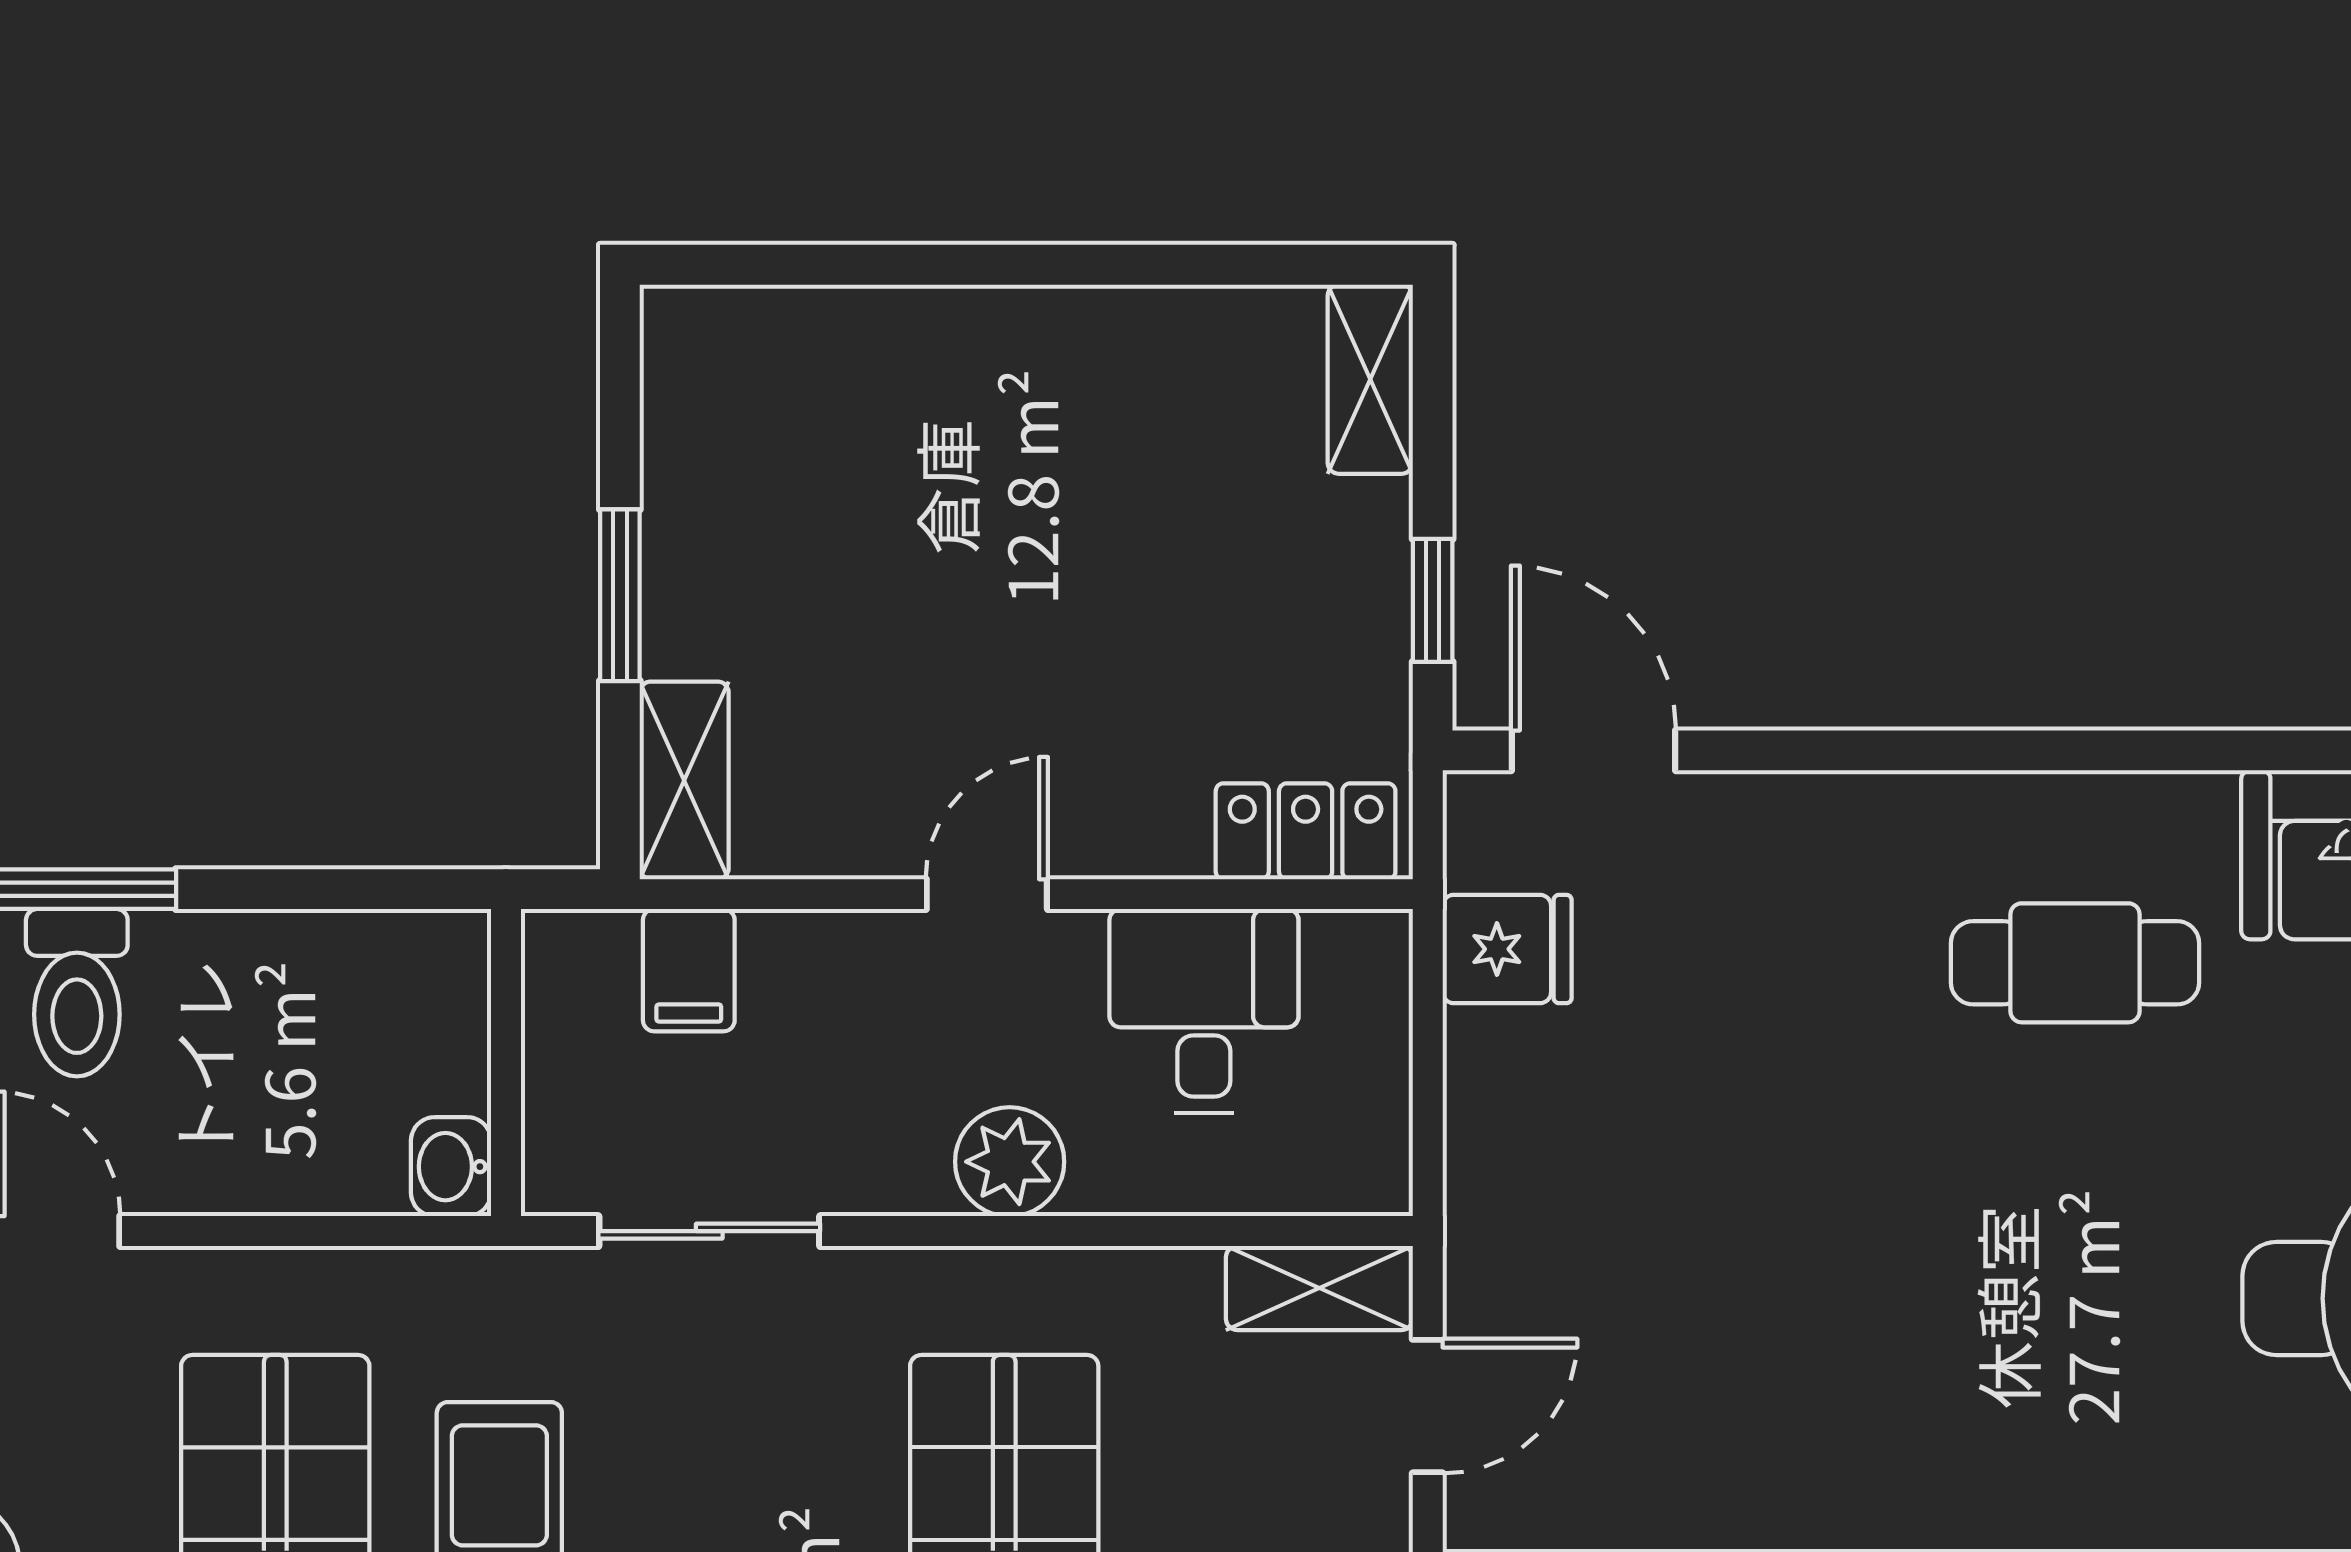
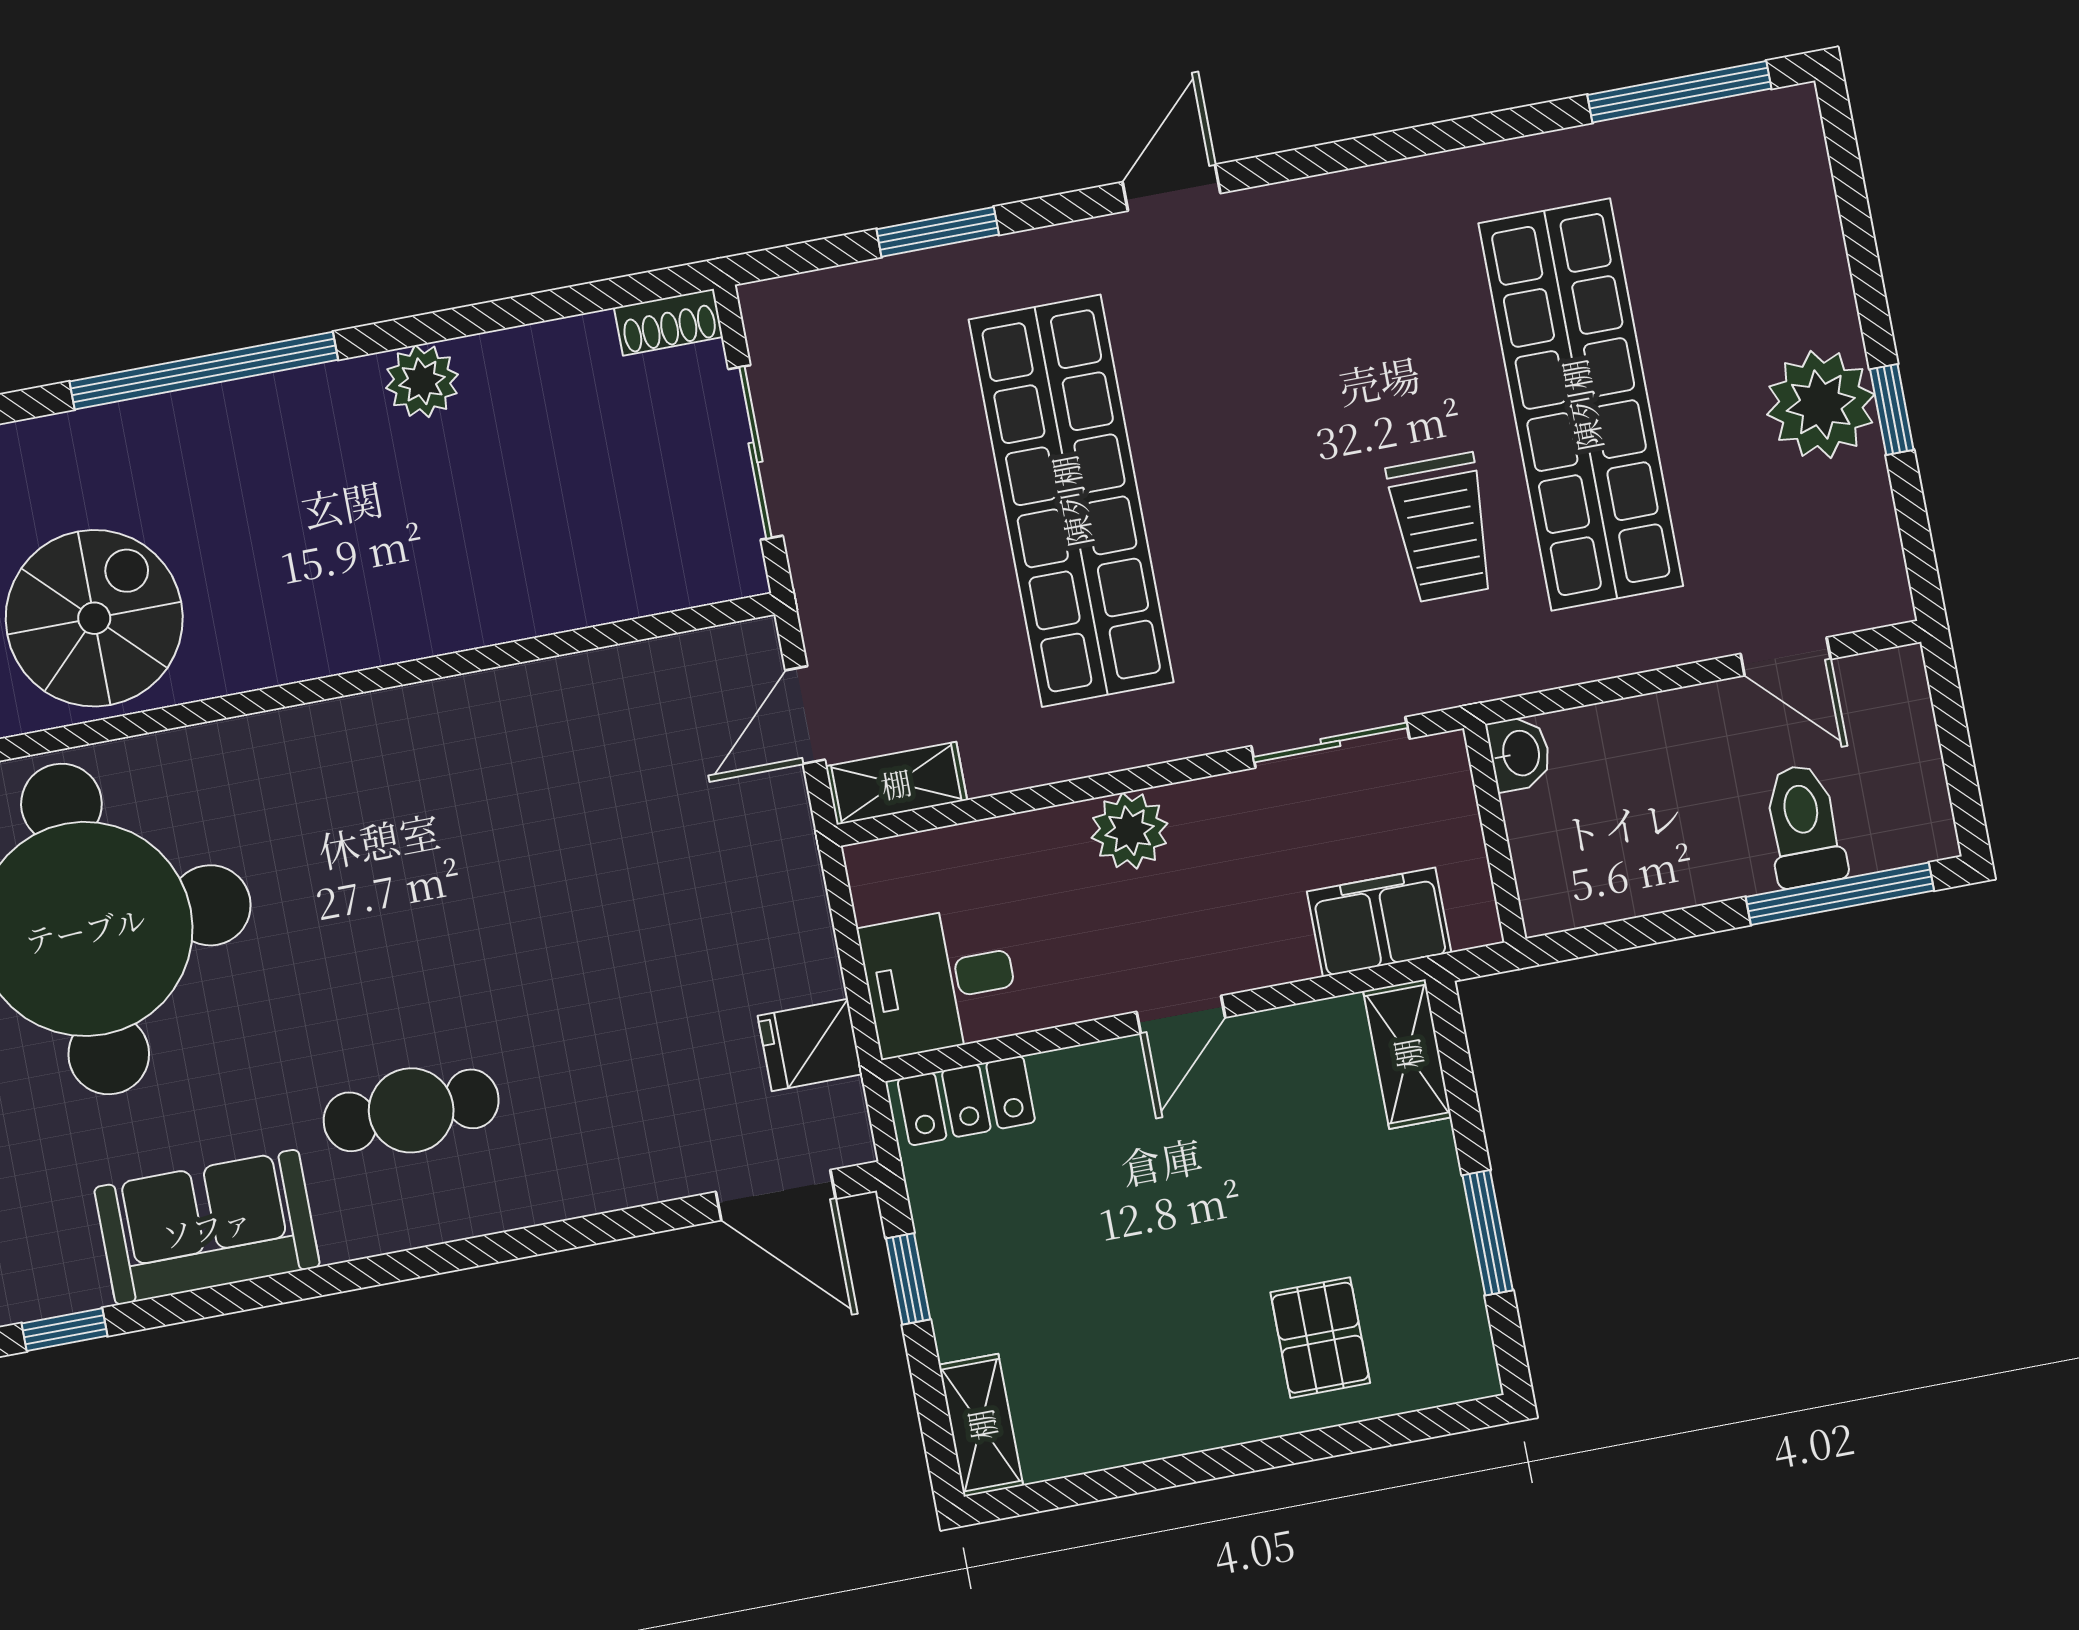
pallet: (879, 412) -> (1320, 1338), added
window: (620, 595) -> (1488, 1233), moved
filing cabinet: (689, 970) -> (1379, 922), width x2.00
desk: (1204, 1011) -> (940, 981), moved, turned 90

